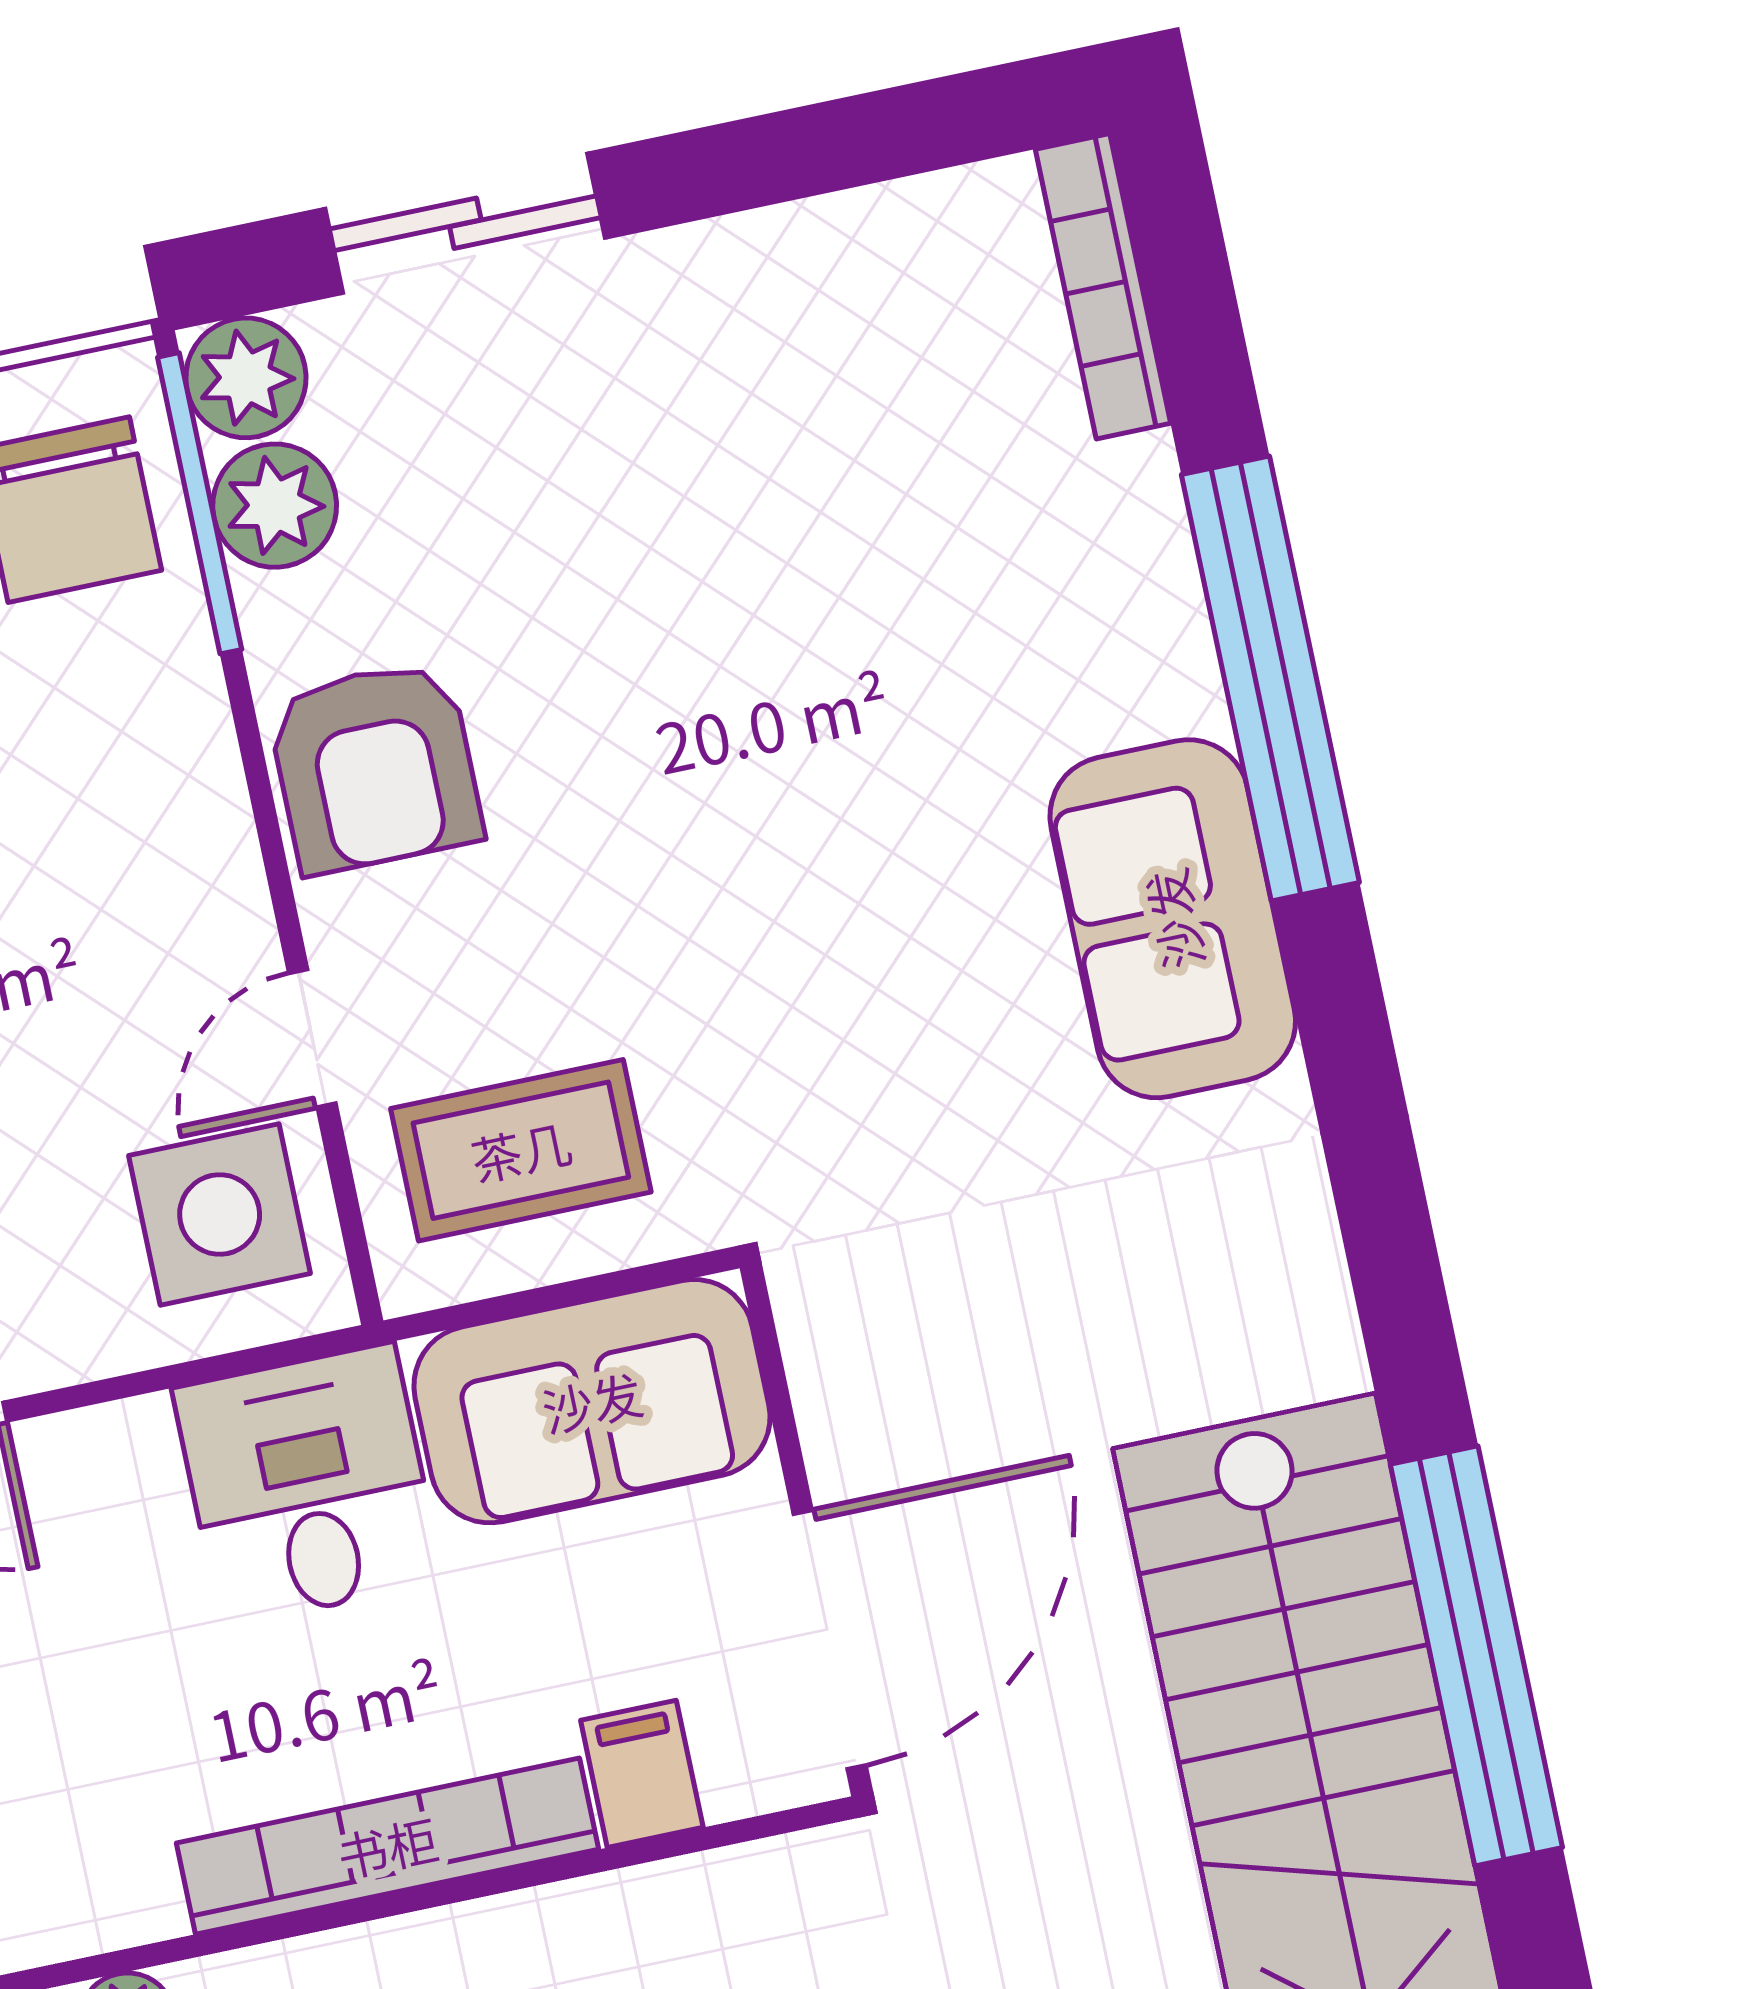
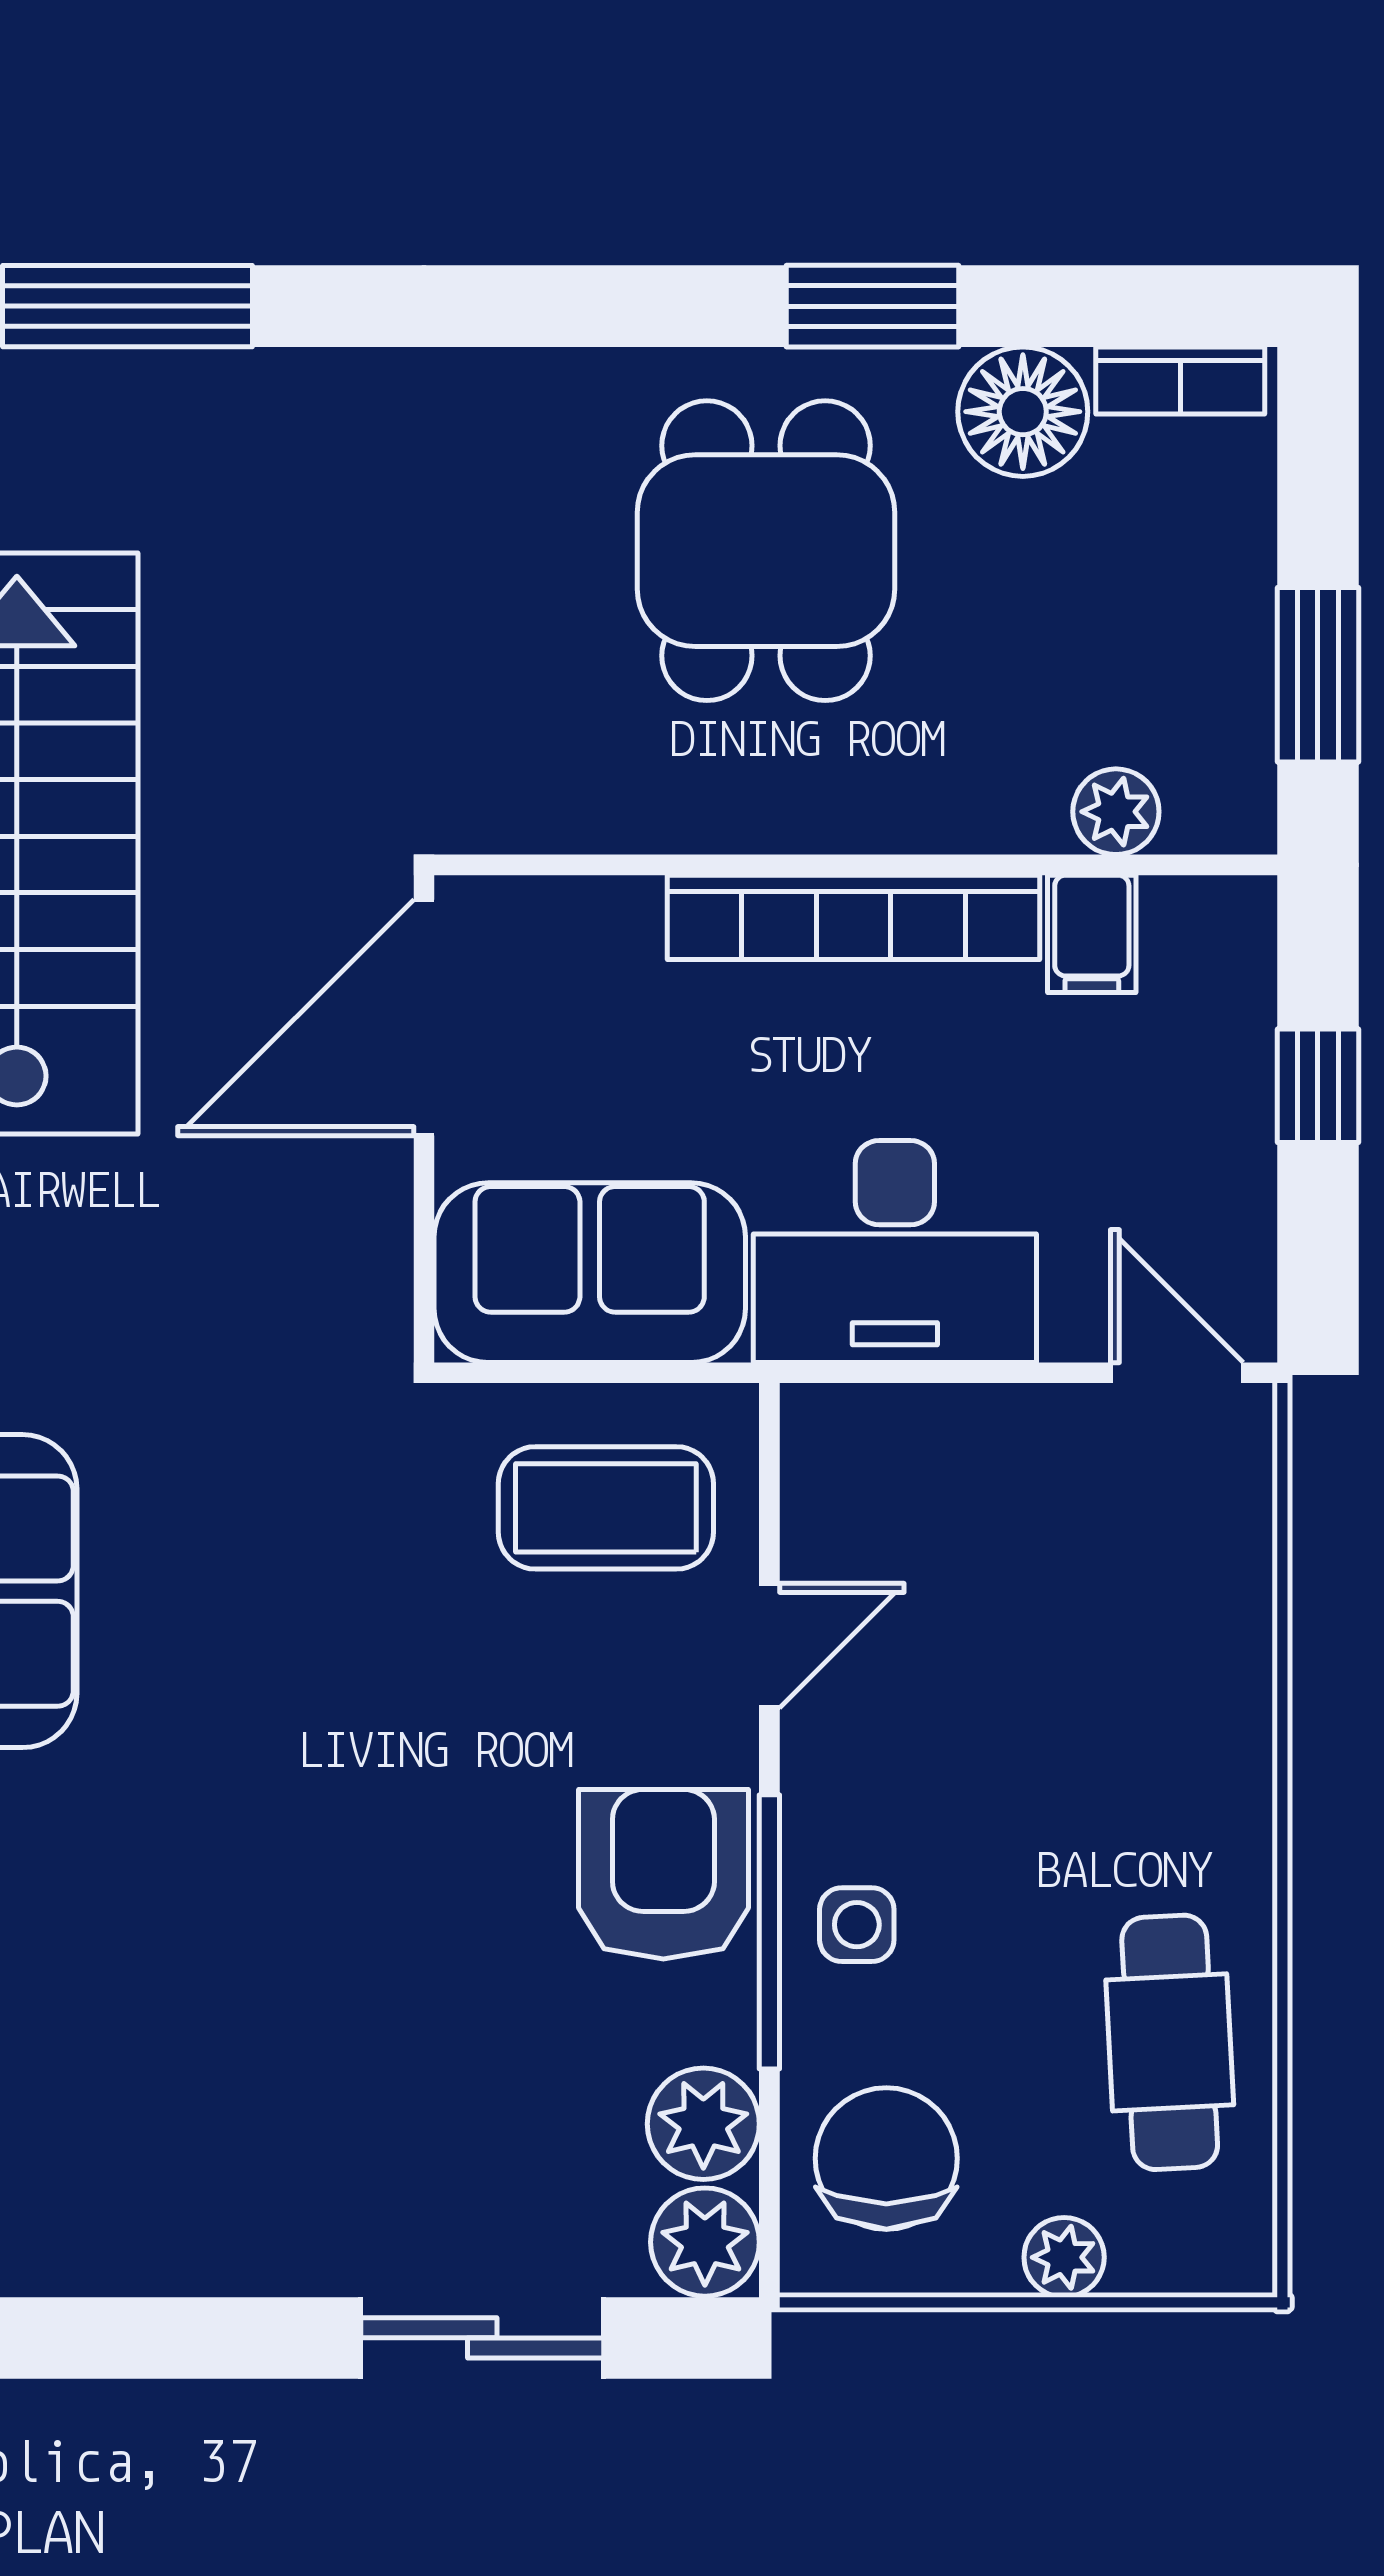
window: (200, 503) -> (769, 1932), moved
side table: (220, 1215) -> (857, 1925), moved, width x0.54, depth x0.54
desk: (308, 1485) -> (895, 1252), width x1.37
filing cabinet: (642, 1774) -> (1092, 934), moved

